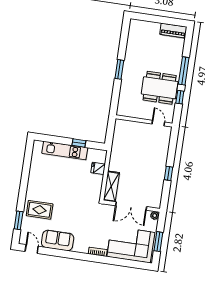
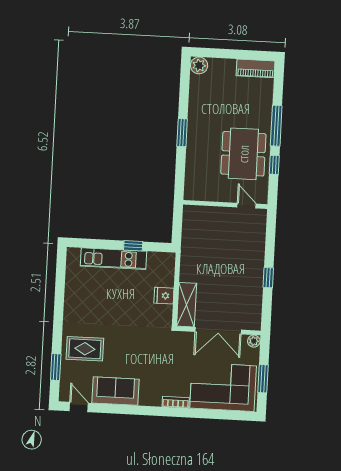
plant: (135, 25) -> (199, 65), added
dining table: (160, 88) -> (243, 154), turned 90
fridge: (98, 168) -> (164, 296), moved

